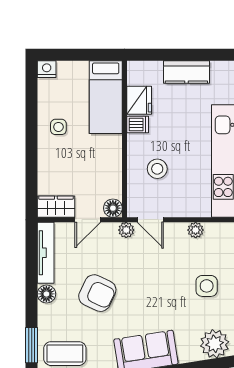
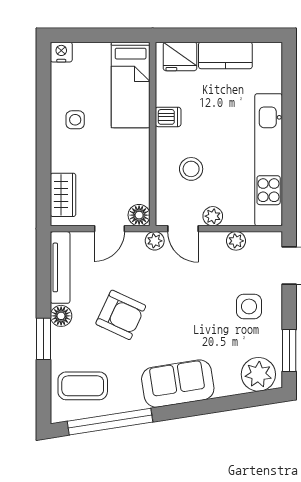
fridge: (139, 100) -> (180, 56), moved, turned 90
wardrobe: (56, 207) -> (63, 195), moved, turned 90
plant: (176, 209) -> (213, 216), added
window: (32, 345) -> (44, 339), moved

